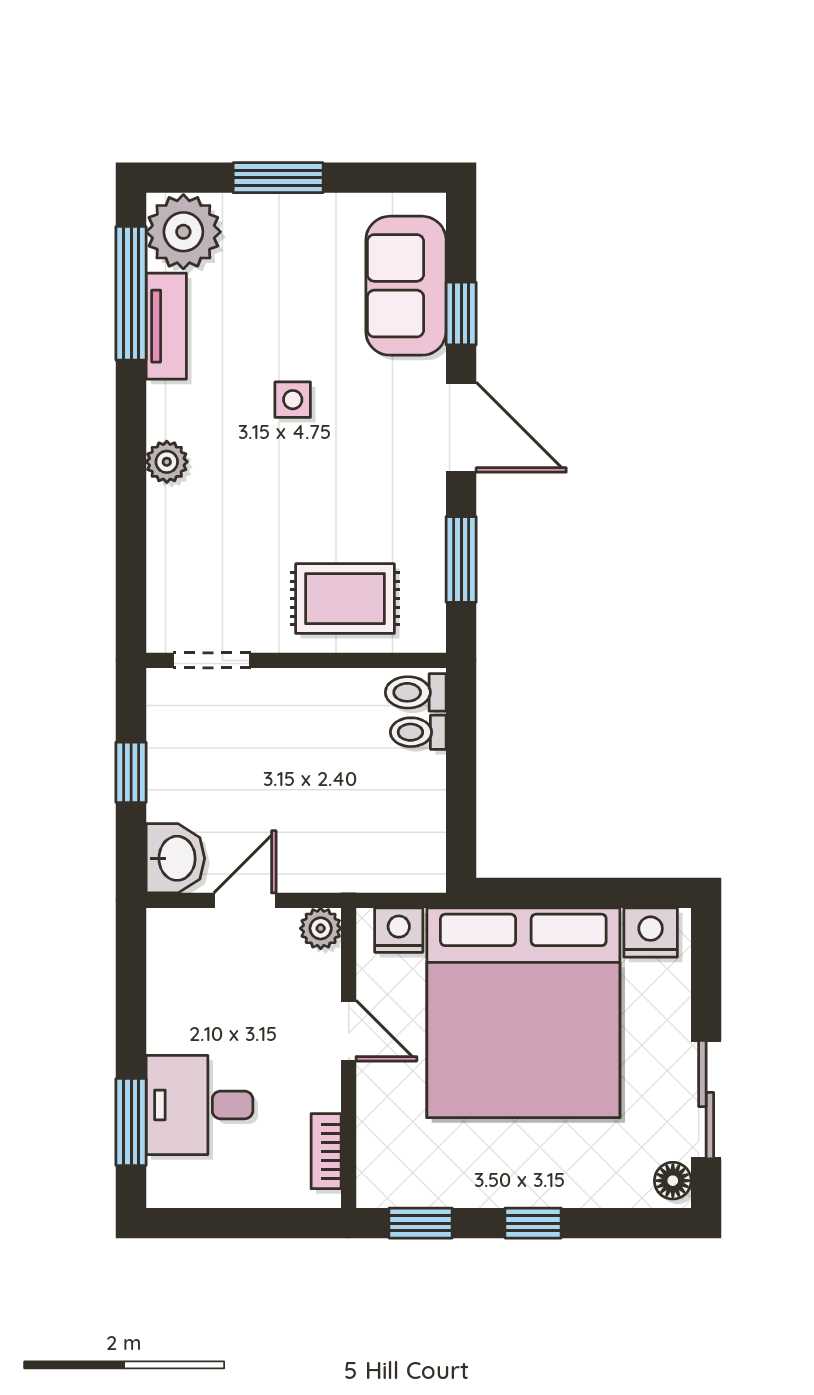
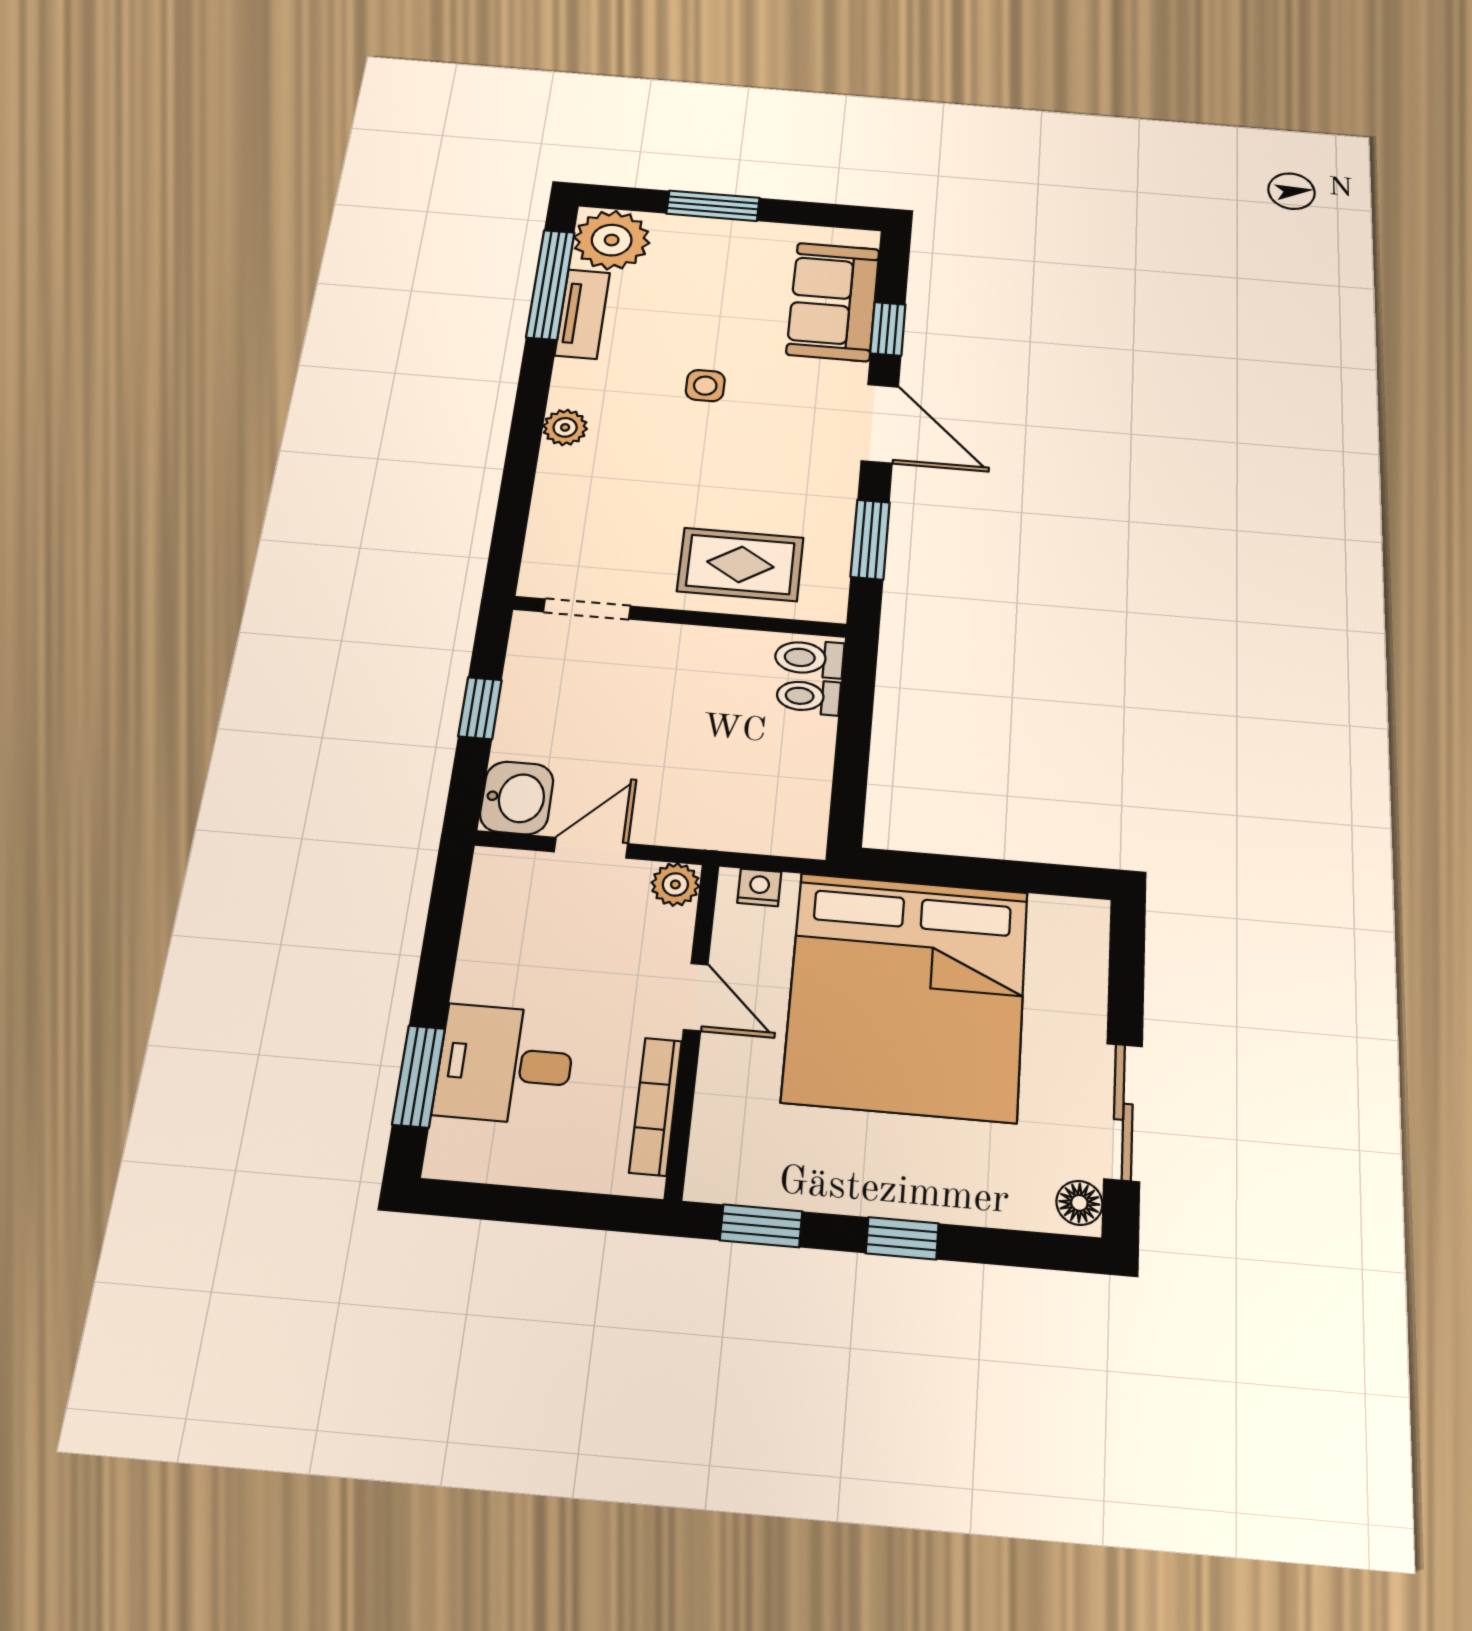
nightstand: (399, 930) -> (759, 887), width x0.72, depth x0.74
nightstand: (651, 932) -> (1062, 922), removed
bookcase: (326, 1151) -> (656, 1106), width x1.56

